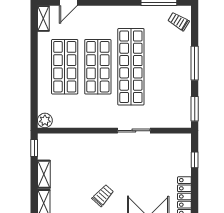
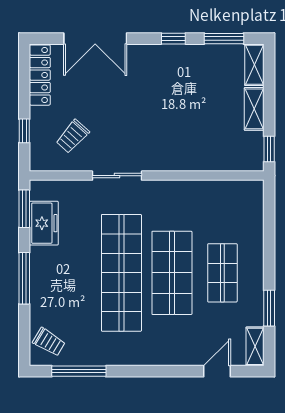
window: (34, 44) -> (269, 308), added
shop shelf: (65, 67) -> (222, 273), width x0.70, depth x0.74
freezer: (182, 99) -> (44, 223), added
plant: (45, 120) -> (253, 191), removed
trolley: (103, 195) -> (73, 136), moved

